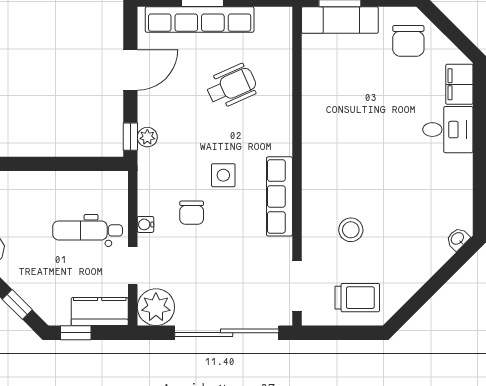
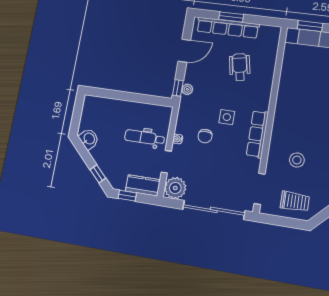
wheelchair: (231, 86) -> (240, 67), turned -77

